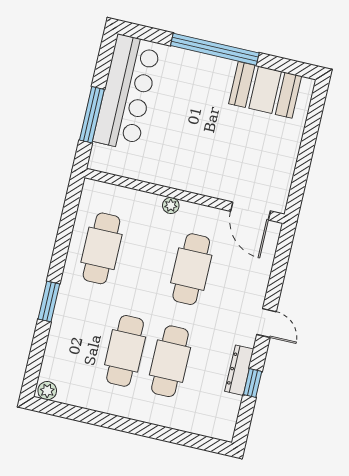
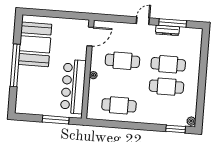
booth: (265, 90) -> (35, 44), width x1.36, depth x1.42
bar counter: (127, 93) -> (73, 87), moved, turned -90
window: (49, 302) -> (176, 129), moved
window: (253, 383) -> (173, 23), width x2.17

